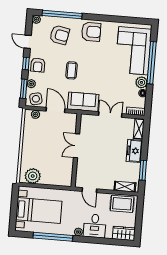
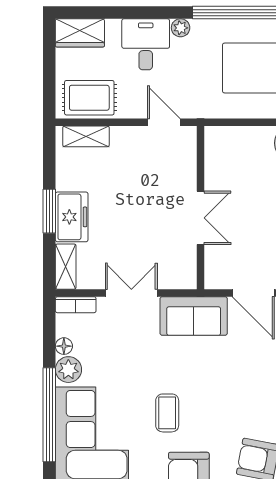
coffee table: (72, 70) -> (167, 413), moved
double door: (110, 114) -> (131, 293), swing flipped
window: (143, 170) -> (49, 211), moved

